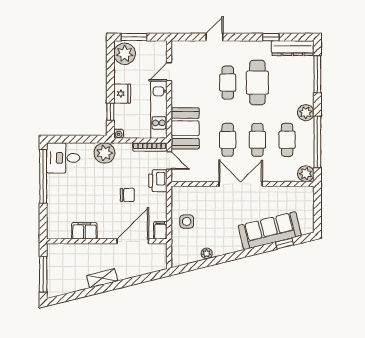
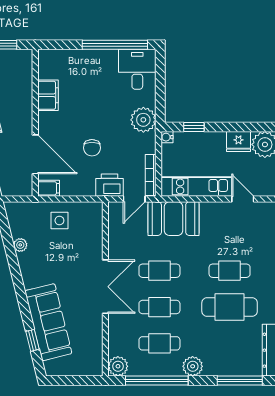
fridge: (122, 94) -> (238, 141), moved

